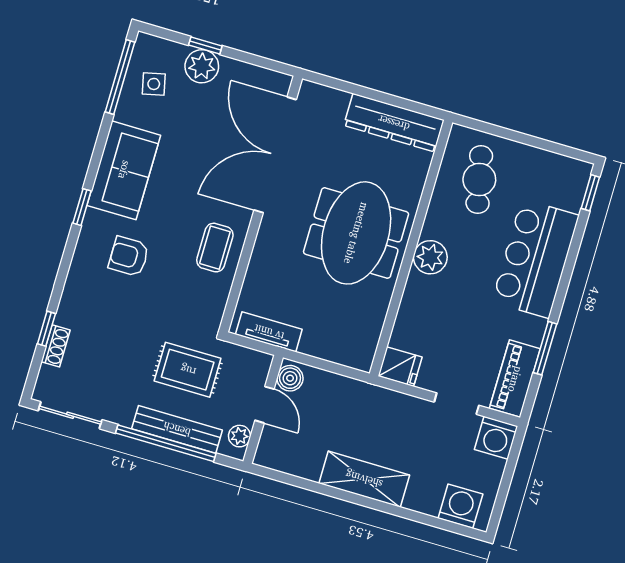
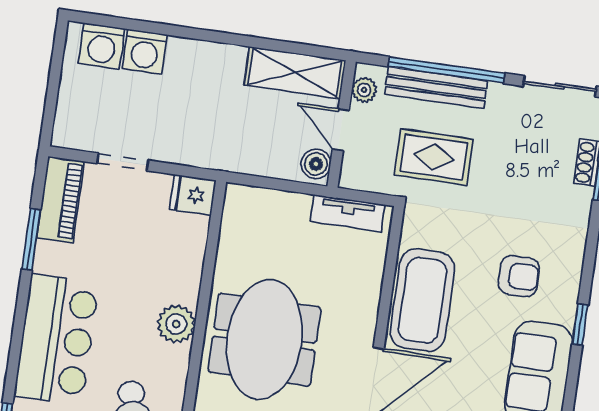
coffee table: (215, 248) -> (422, 300), width x1.86, depth x1.72
washing machine: (496, 438) -> (145, 52), moved, turned 180
shelving: (364, 479) -> (295, 73), moved

